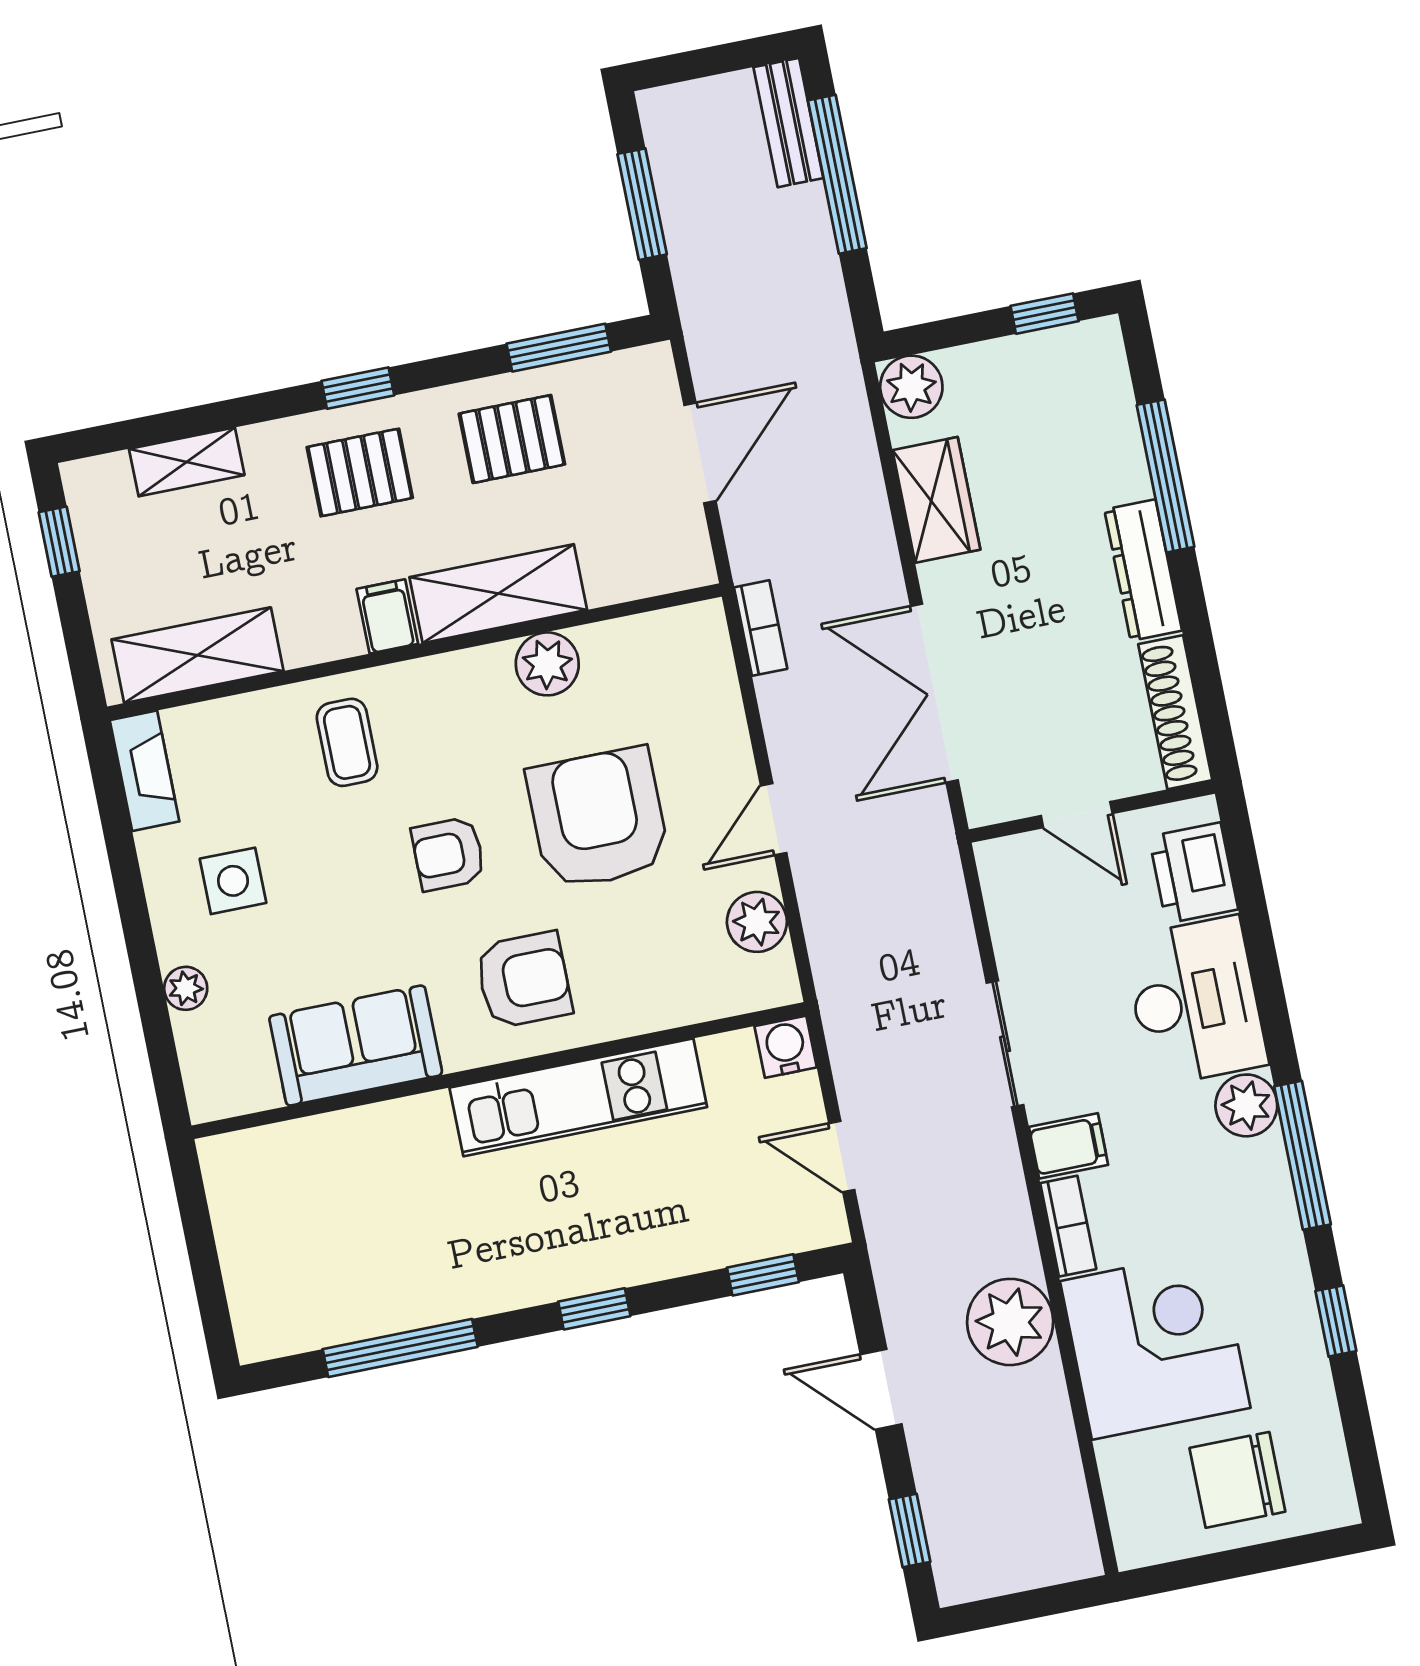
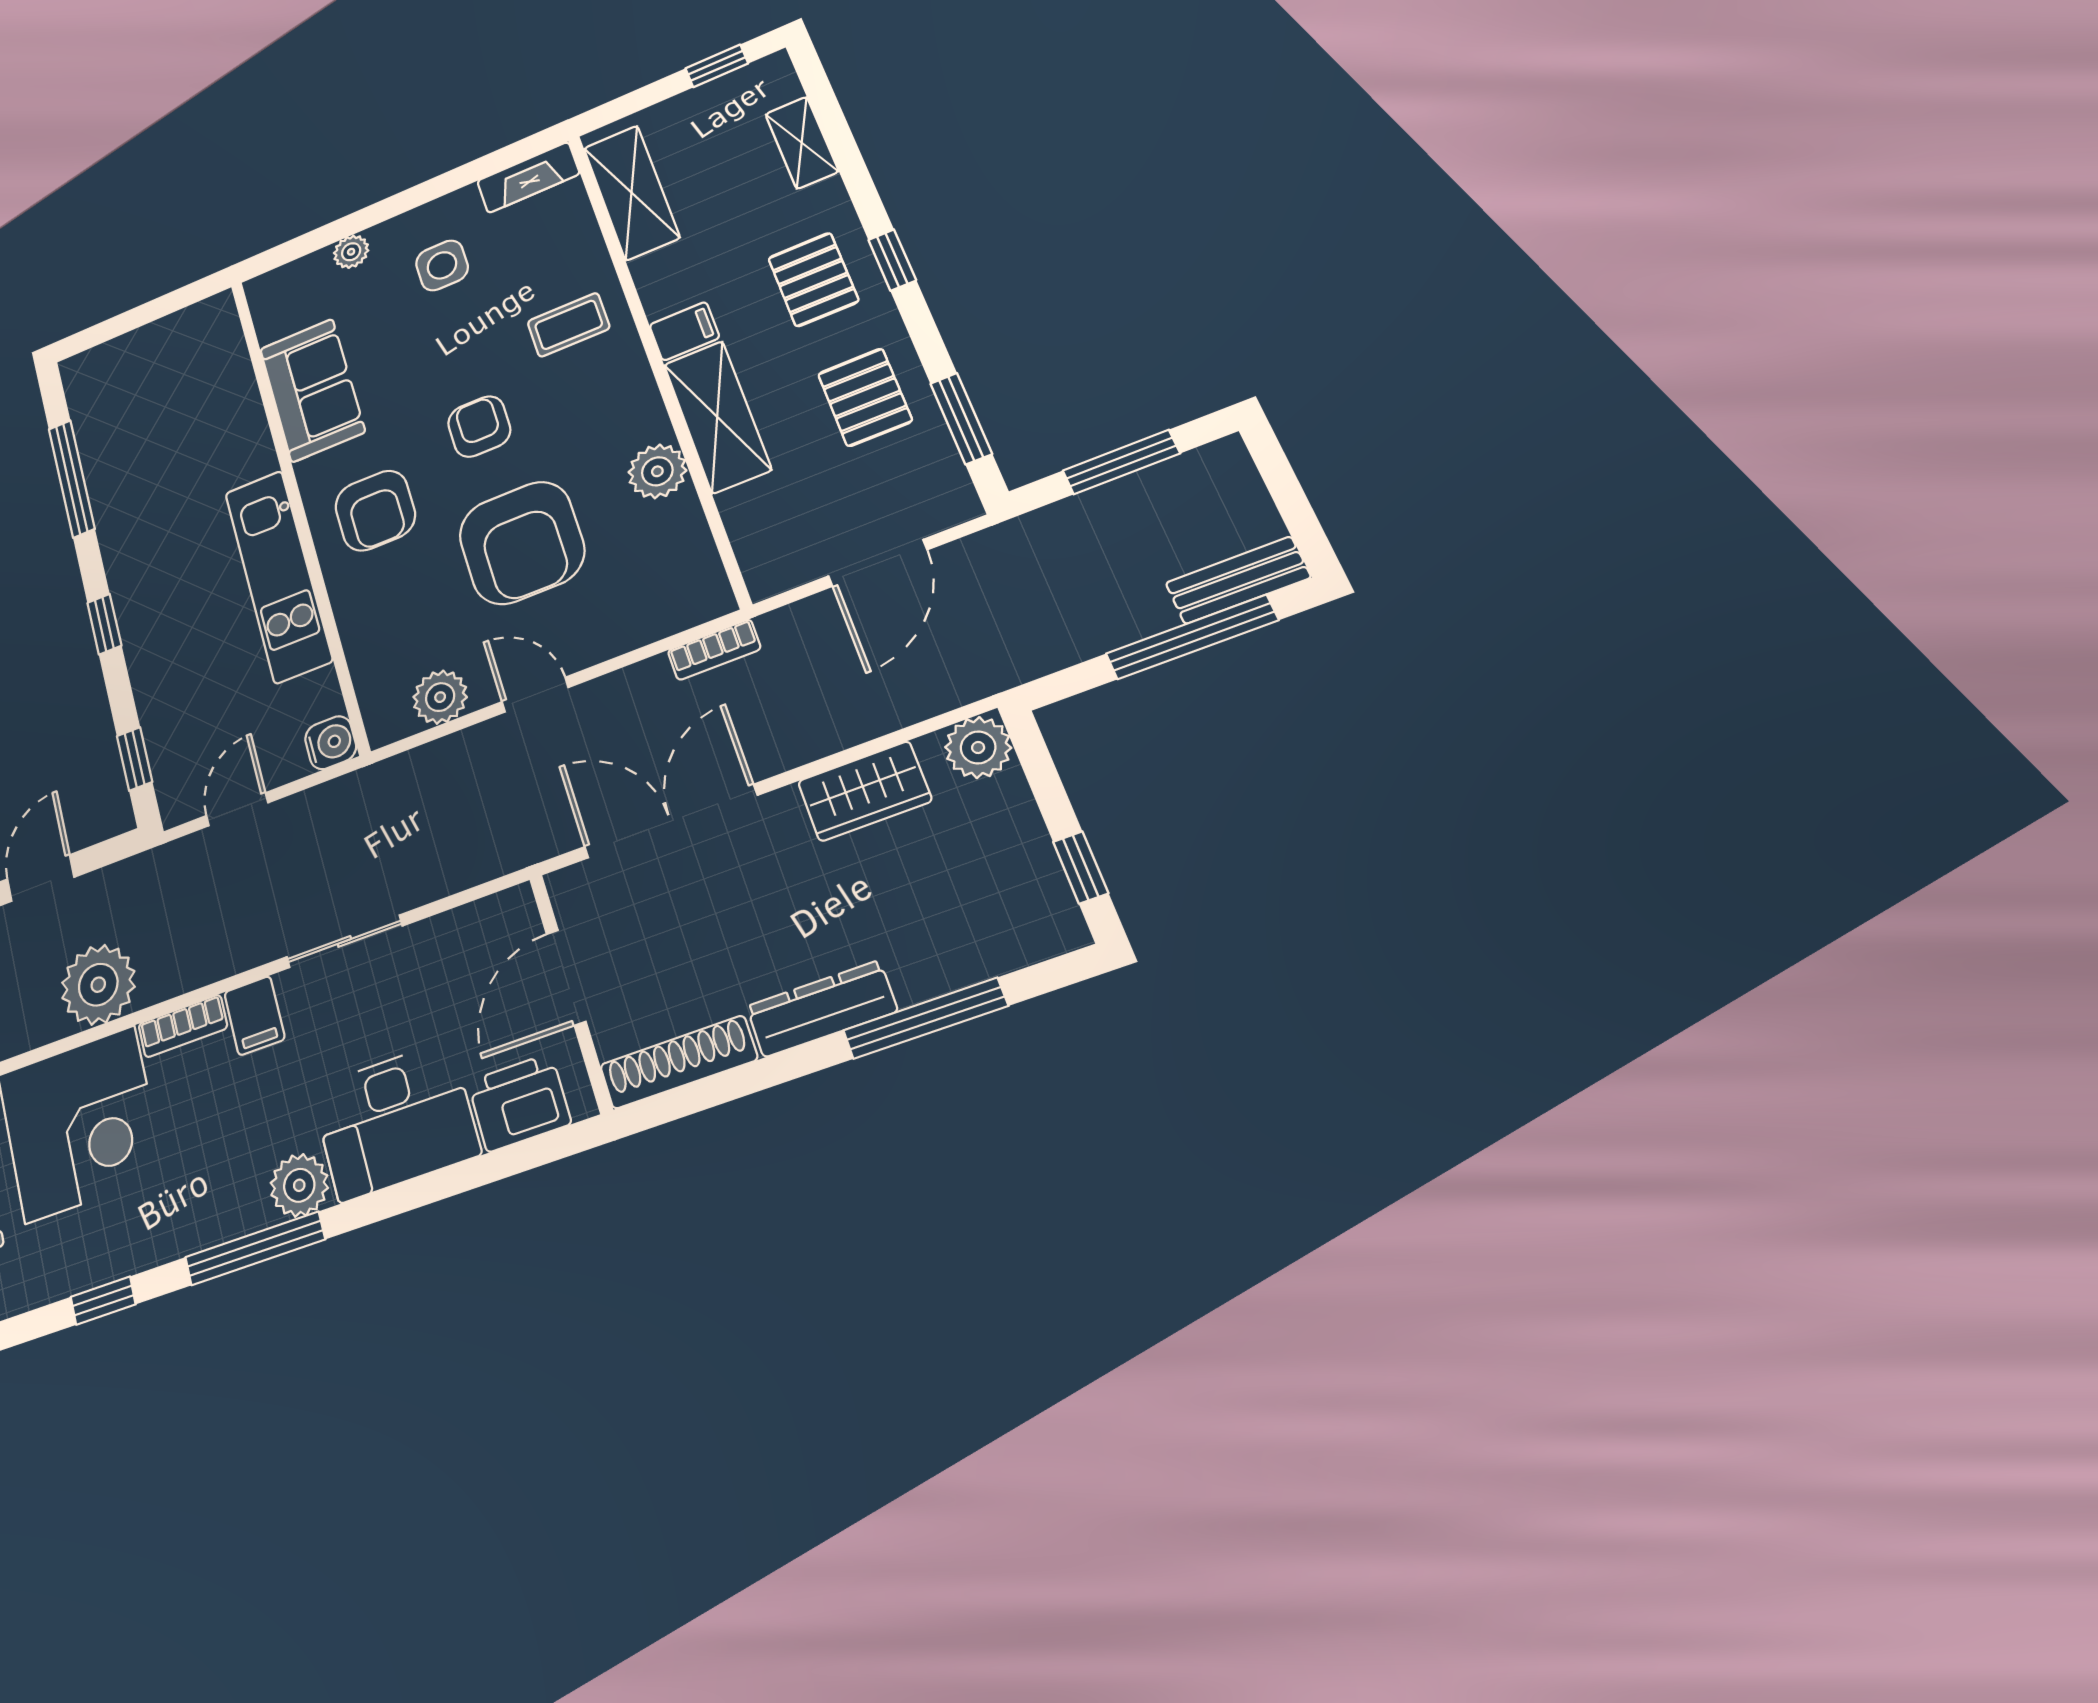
door: (700, 453) -> (878, 563), hinge flipped
door: (1077, 815) -> (566, 977), width x1.38
armchair: (598, 818) -> (522, 543), turned 90

